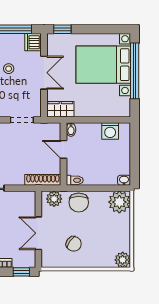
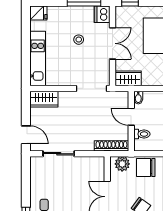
doorway: (22, 120) -> (91, 88), width x1.38
toilet: (75, 180) -> (142, 134), moved
chair: (79, 202) -> (146, 167), turned 90

